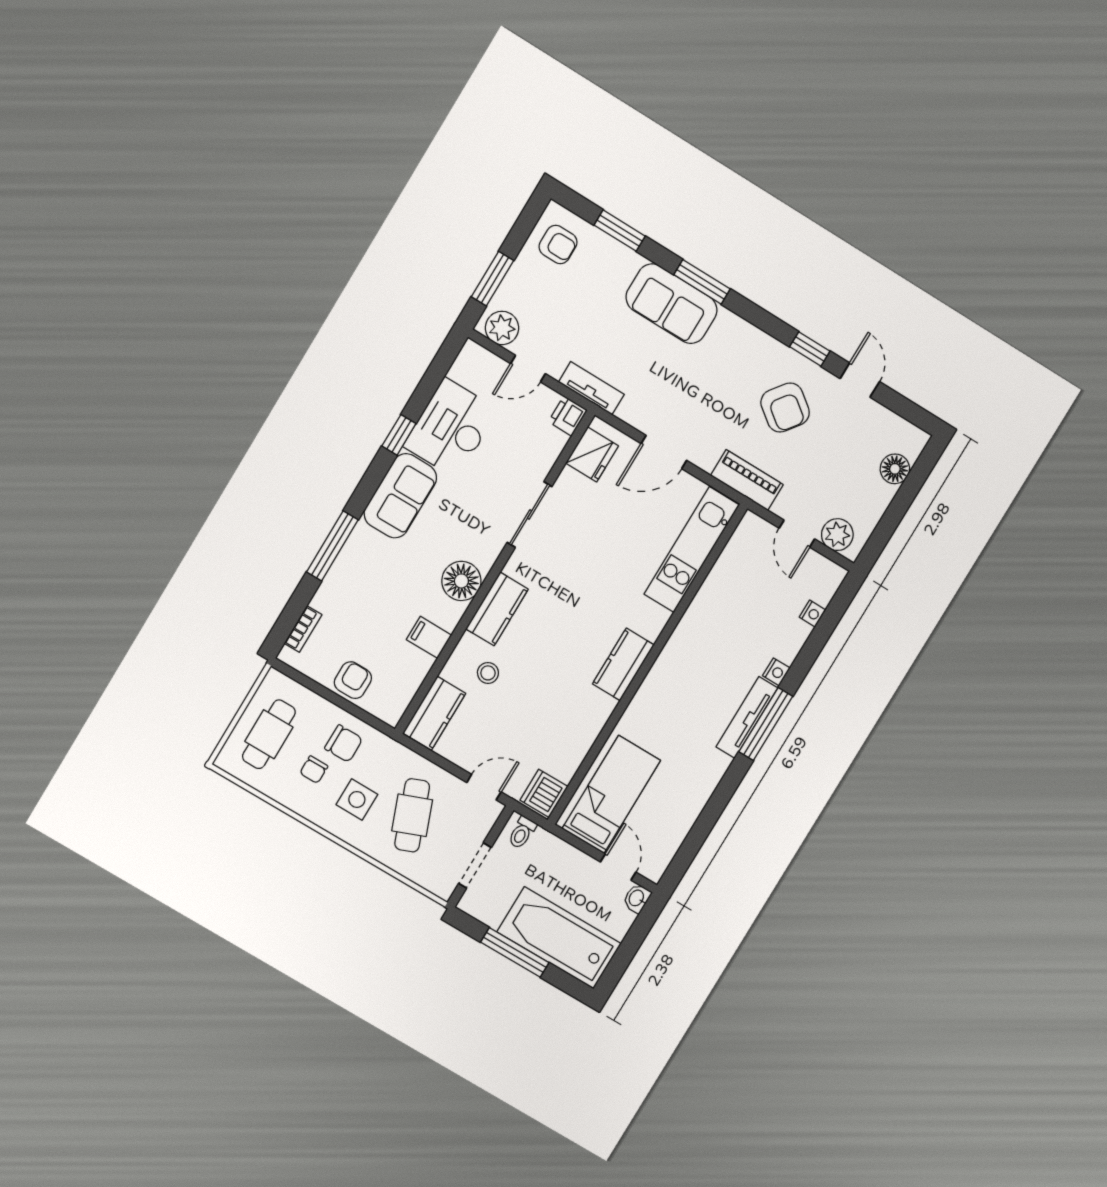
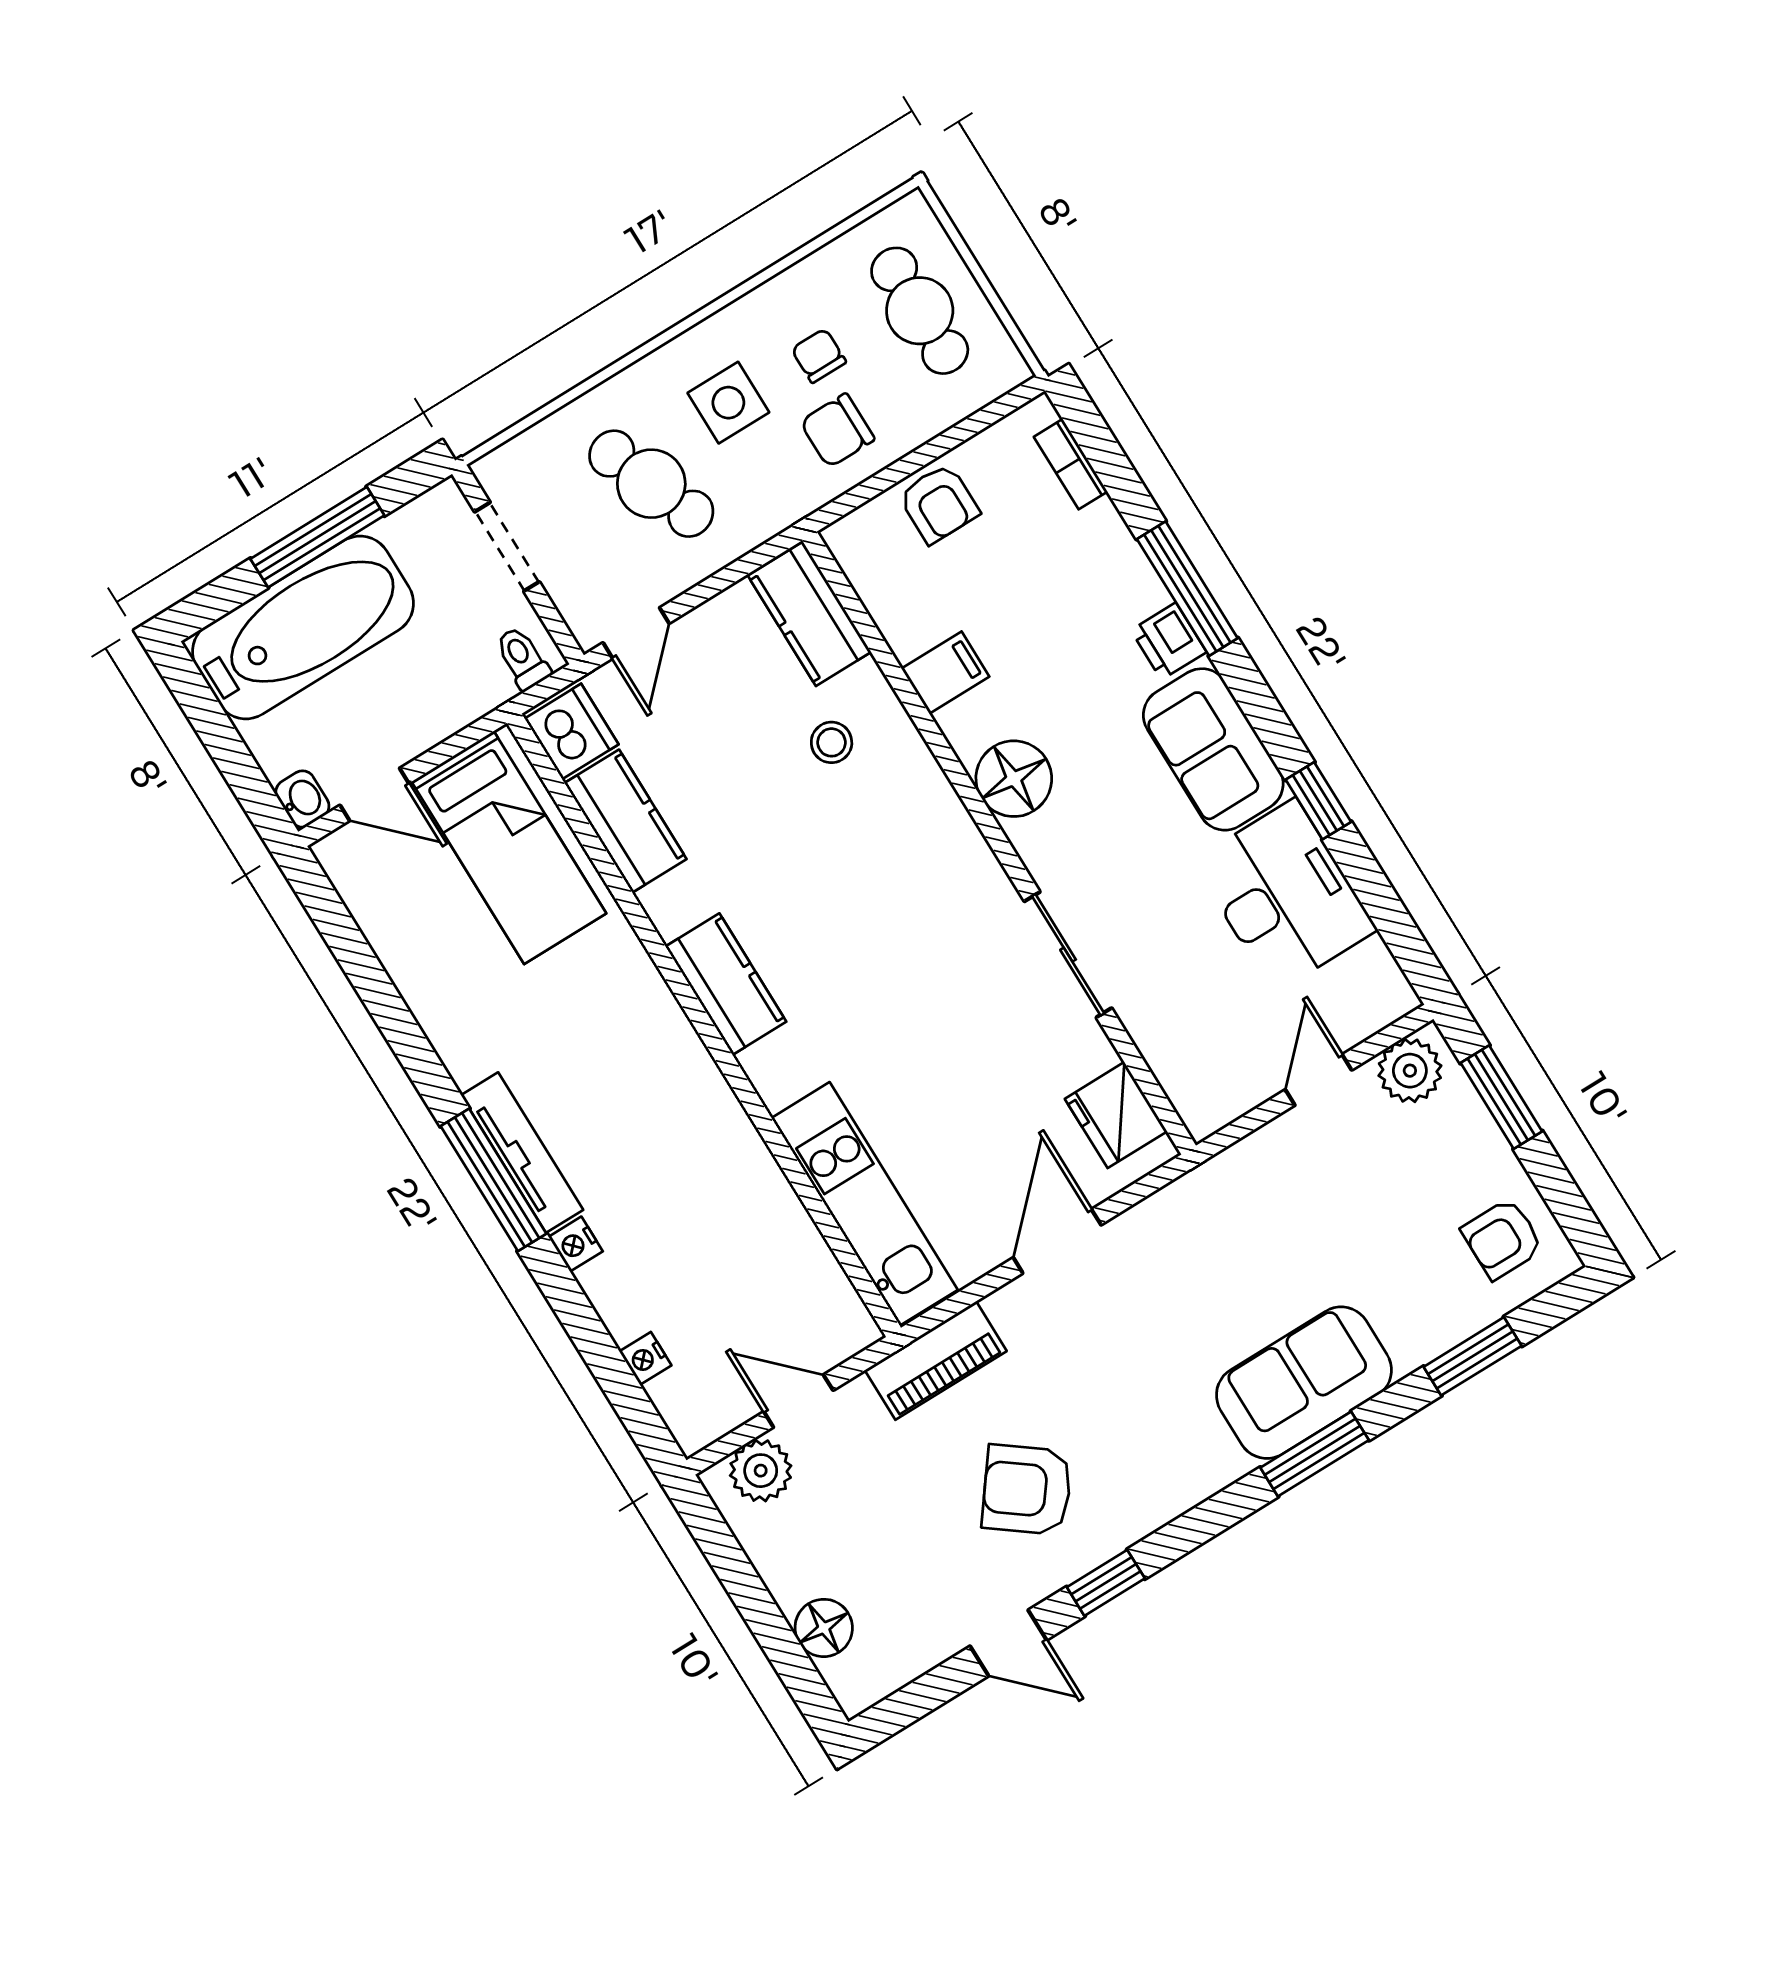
tv unit: (591, 388) -> (1230, 1172), removed
printer: (568, 416) -> (1169, 641), moved, turned 180
kitchen counter: (497, 609) -> (625, 821), moved, turned 180

